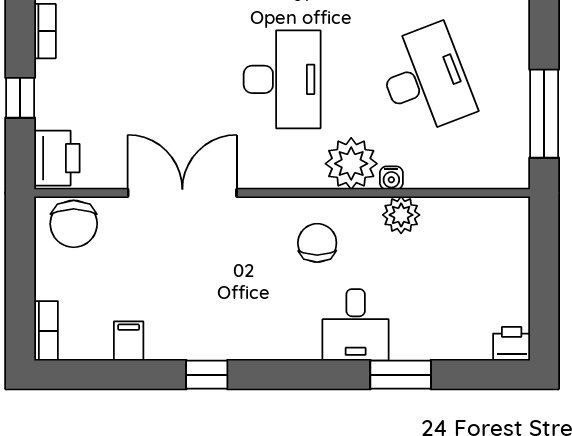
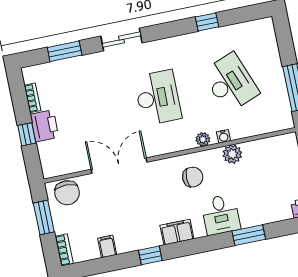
printer: (57, 158) -> (44, 126), moved
plant: (351, 164) -> (203, 139), width x0.53, depth x0.53
chair: (317, 243) -> (193, 177), turned 90
window: (20, 262) -> (44, 218), added
filing cabinet: (266, 341) -> (177, 232), added

